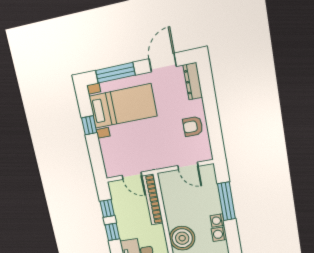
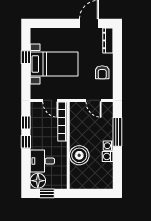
window: (115, 73) -> (53, 23), removed
bed with nightstands: (123, 106) -> (54, 64), moved
armchair: (193, 126) -> (102, 72), turned -90

